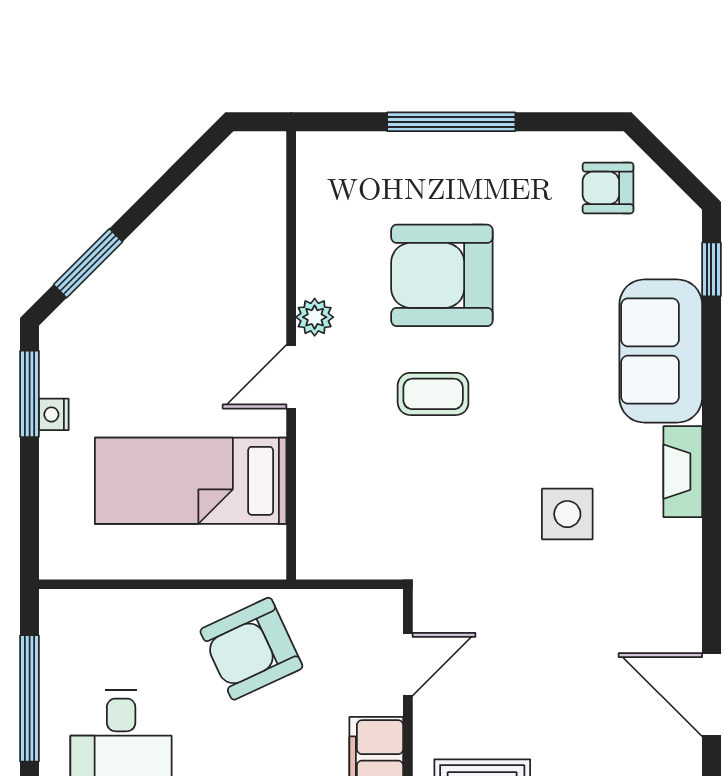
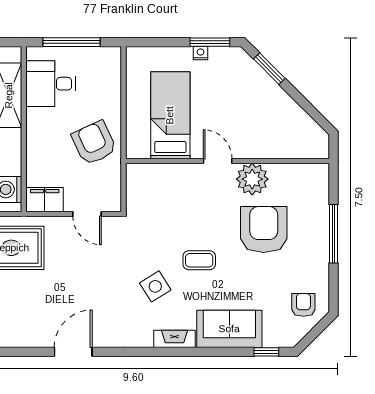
plant: (315, 317) -> (252, 179), width x1.87, depth x1.87
coffee table: (433, 394) -> (199, 260), moved, turned 90
side table: (567, 514) -> (155, 286), turned -32

